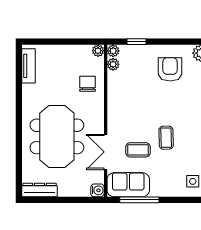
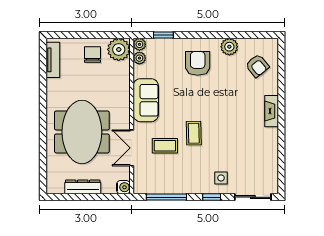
plant: (98, 51) -> (119, 49), width x1.88, depth x1.88
chair: (88, 84) -> (93, 55), moved
sofa: (128, 185) -> (146, 100), moved, turned 90
dresser: (39, 190) -> (83, 187), moved
window: (184, 200) -> (212, 197), added

